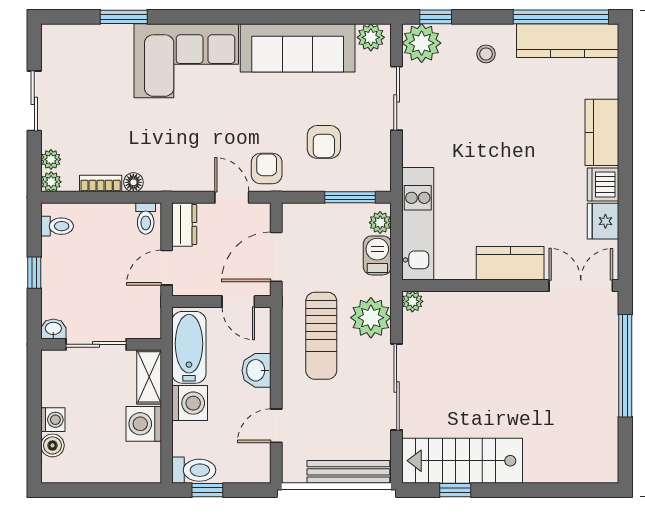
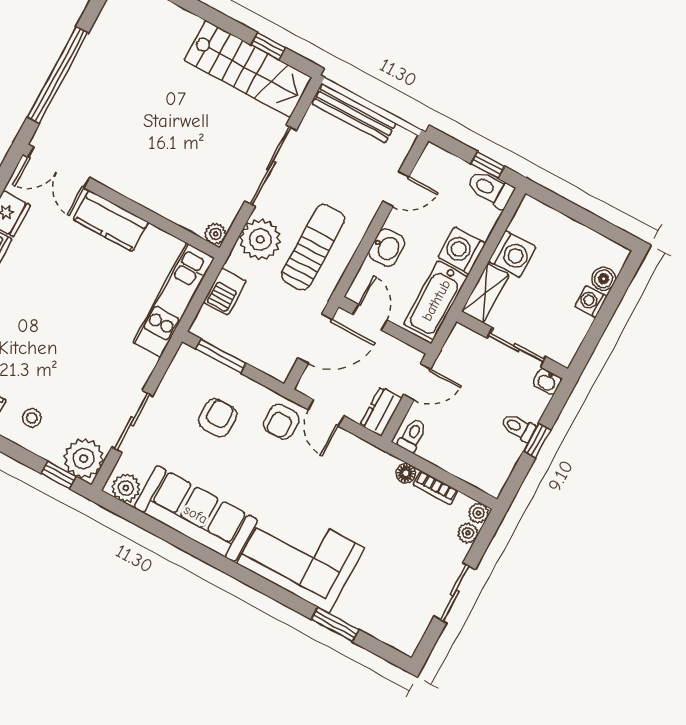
plant: (380, 223) -> (206, 319), removed
toilet: (57, 226) -> (518, 427), moved

